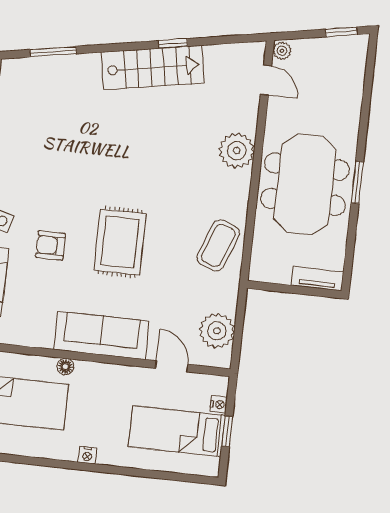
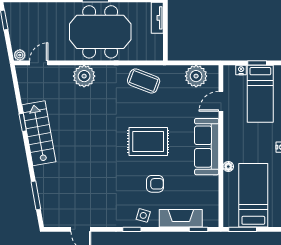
armchair: (51, 245) -> (155, 184), turned -90

